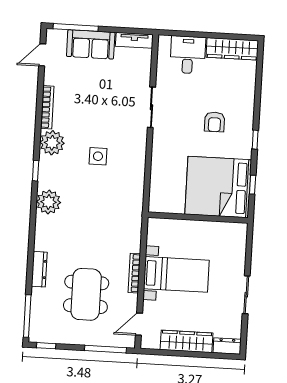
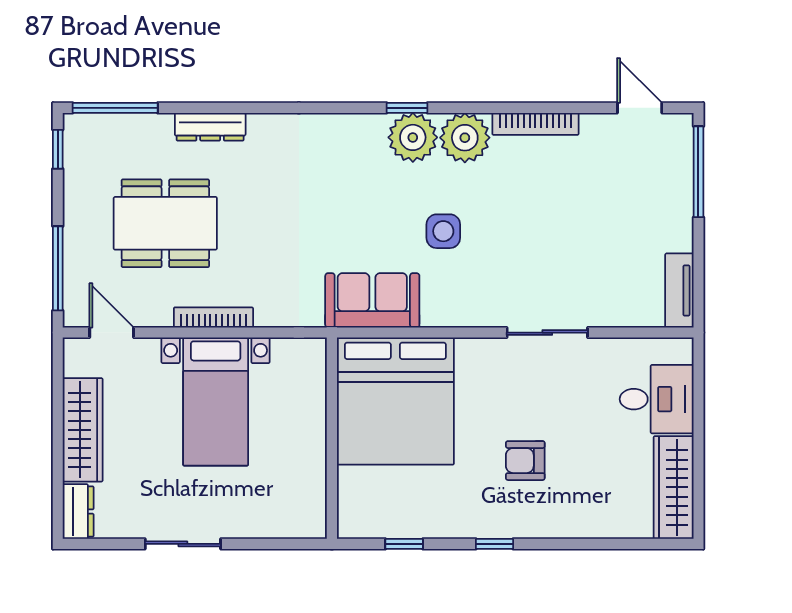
sofa: (91, 44) -> (372, 300), moved, turned 90
bed: (218, 187) -> (395, 401), moved, turned 180
plant: (49, 202) -> (413, 137), moved

